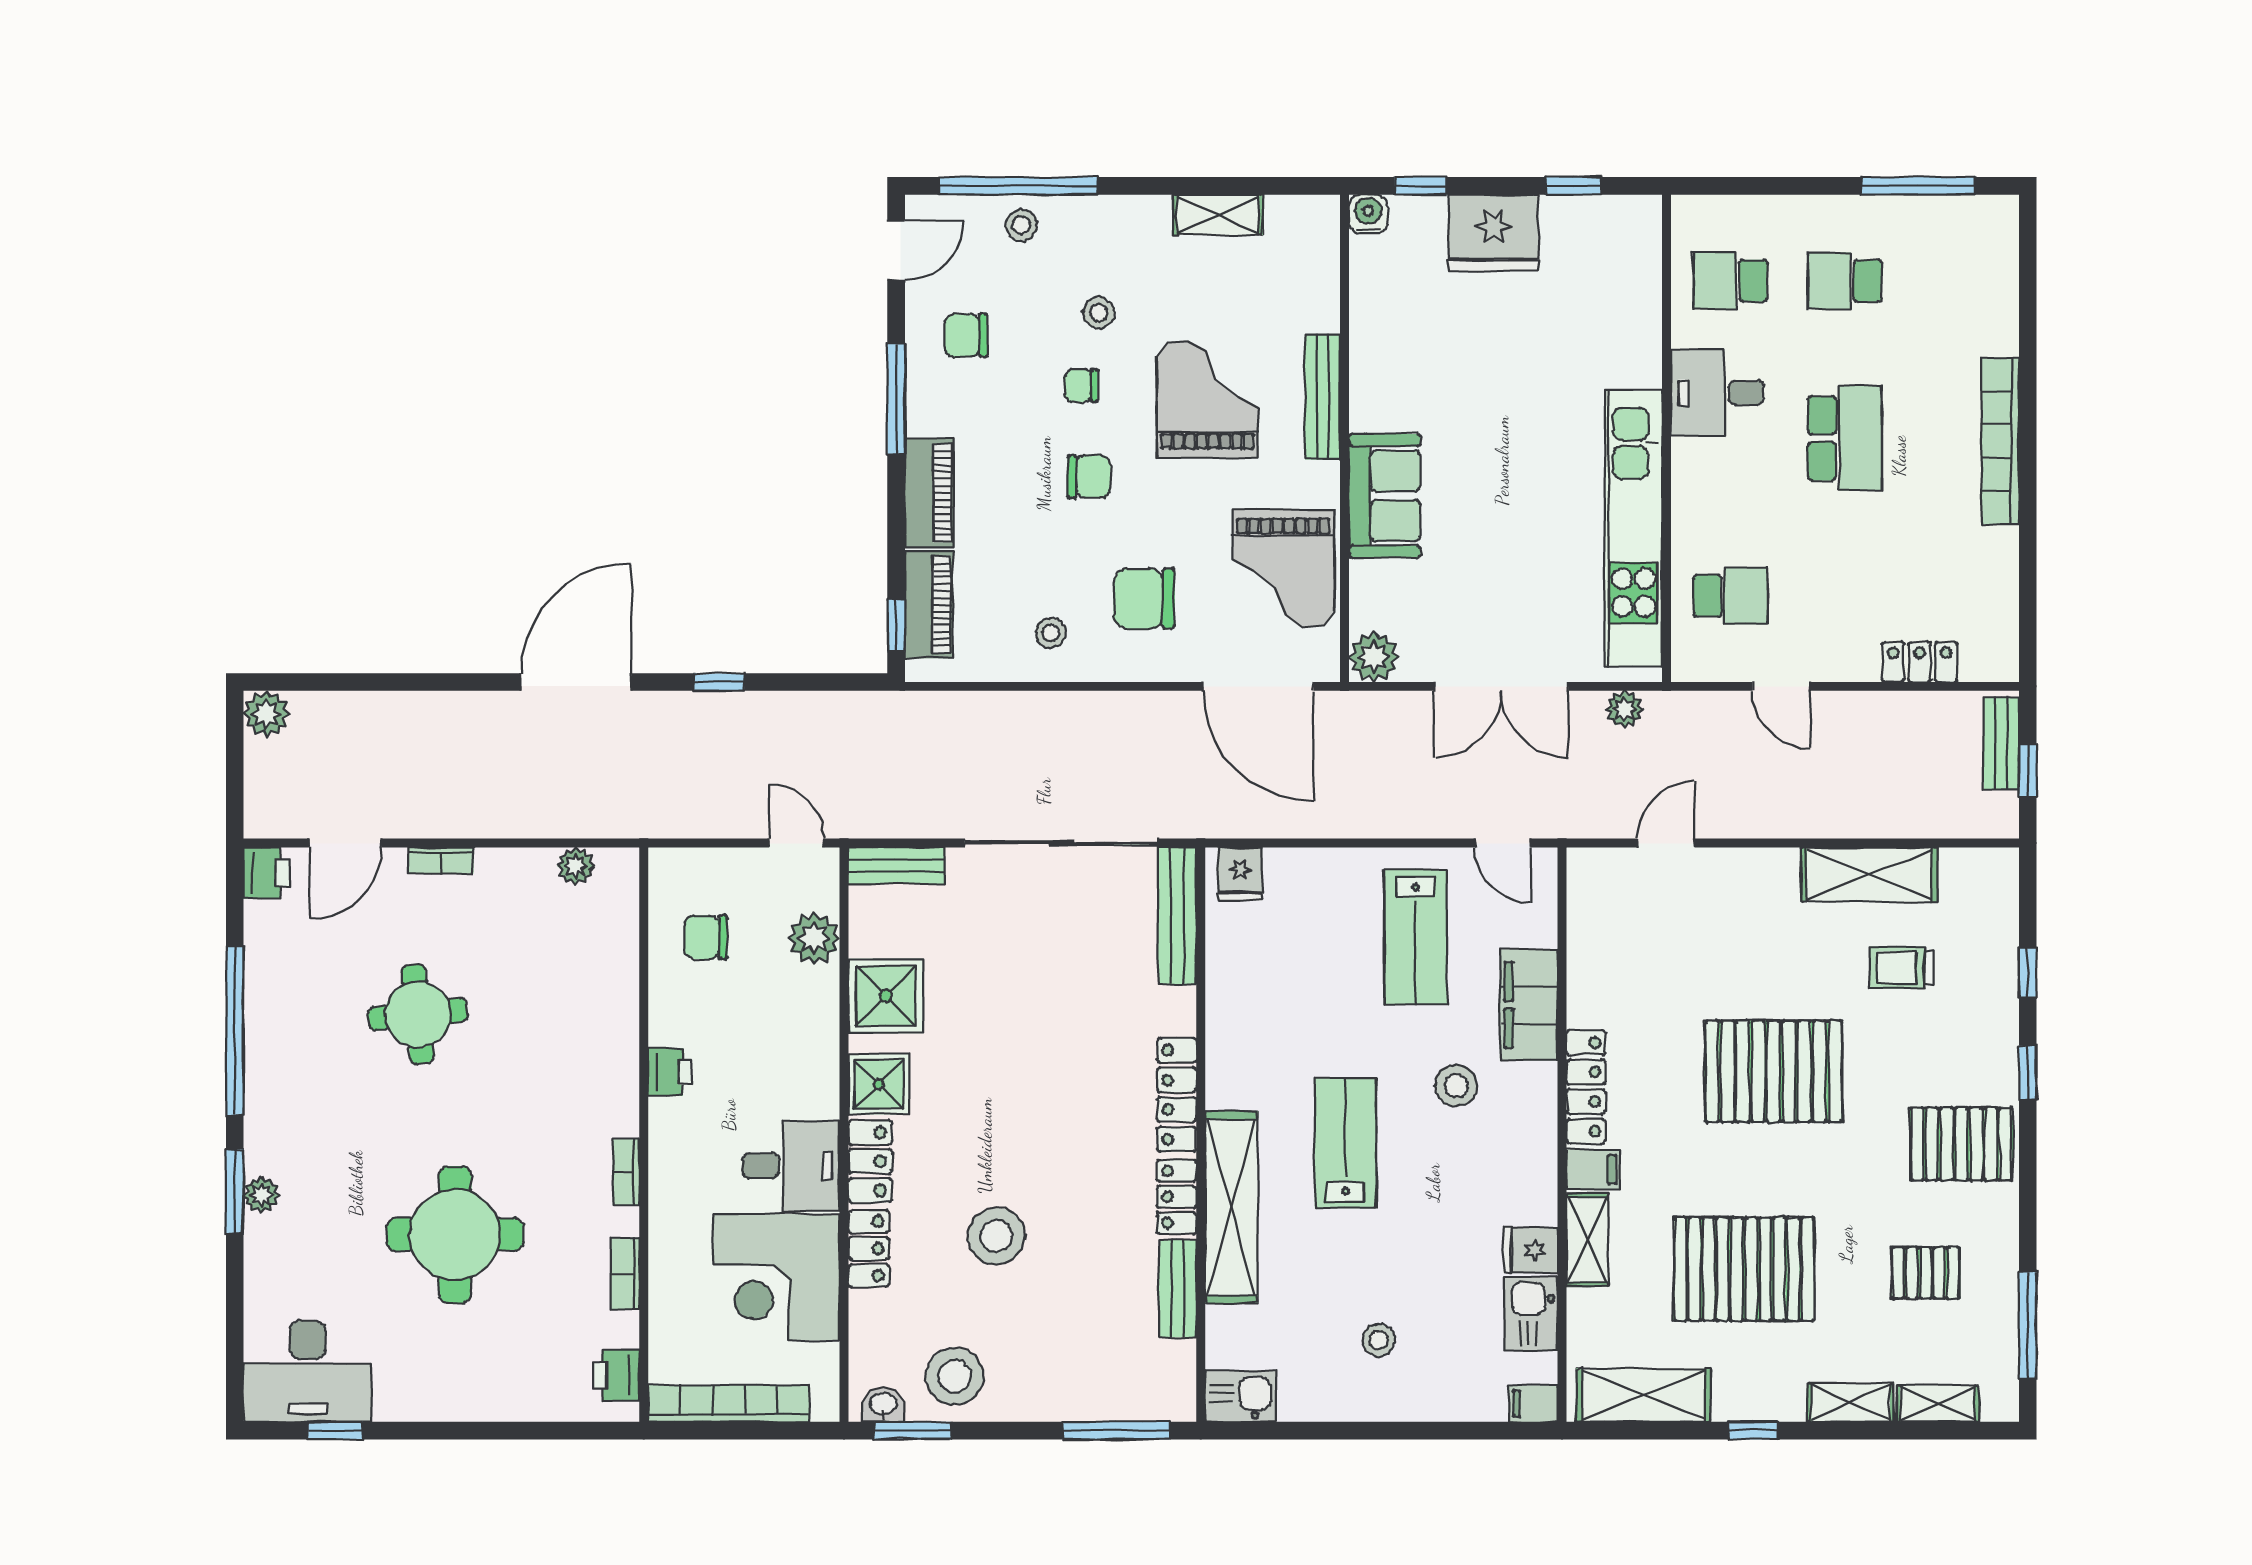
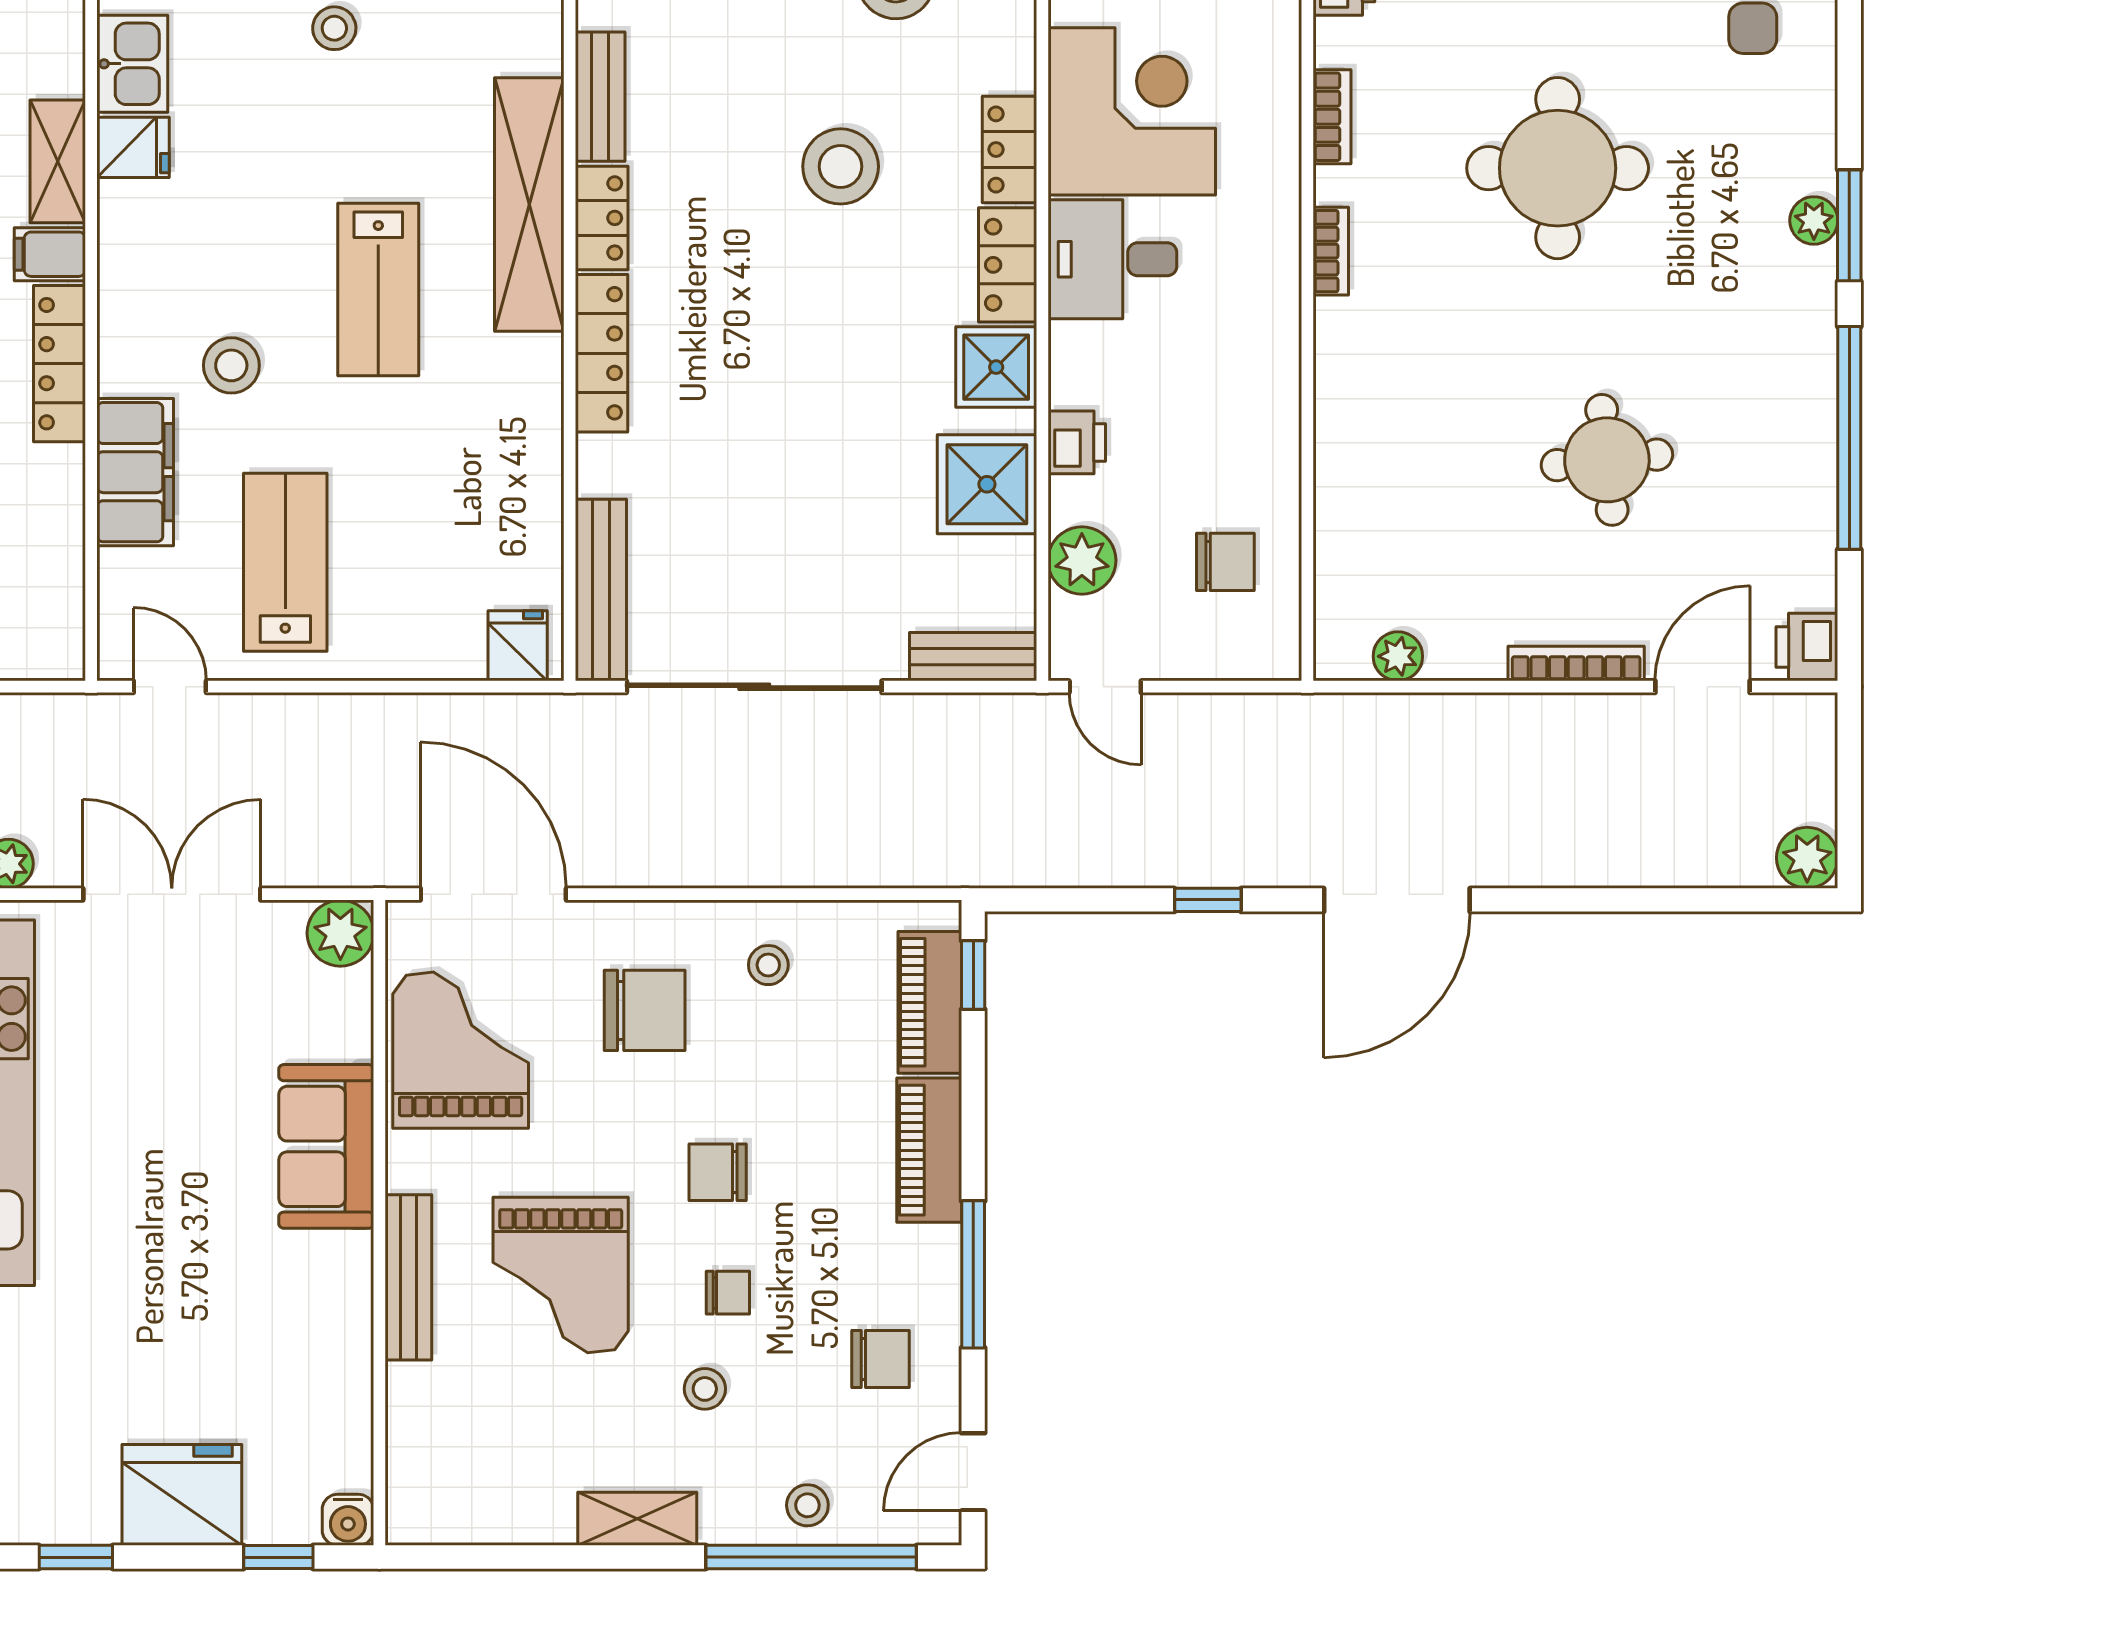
shelving: (1218, 215) -> (637, 1519), moved
bookcase: (441, 861) -> (1576, 663), width x1.56
printer: (670, 1072) -> (1077, 442), moved, turned 180

